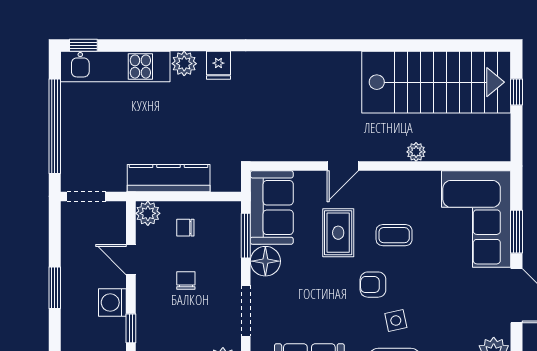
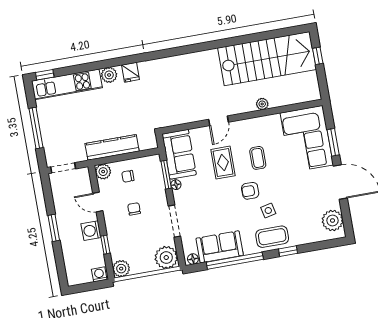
window: (55, 126) -> (36, 128), width x0.68
coffee table: (394, 235) -> (258, 158), turned 90
floor lamp: (265, 261) -> (176, 185), width x0.53, depth x0.53

